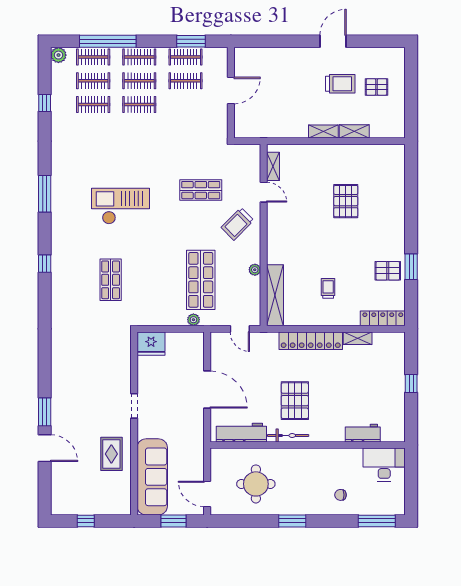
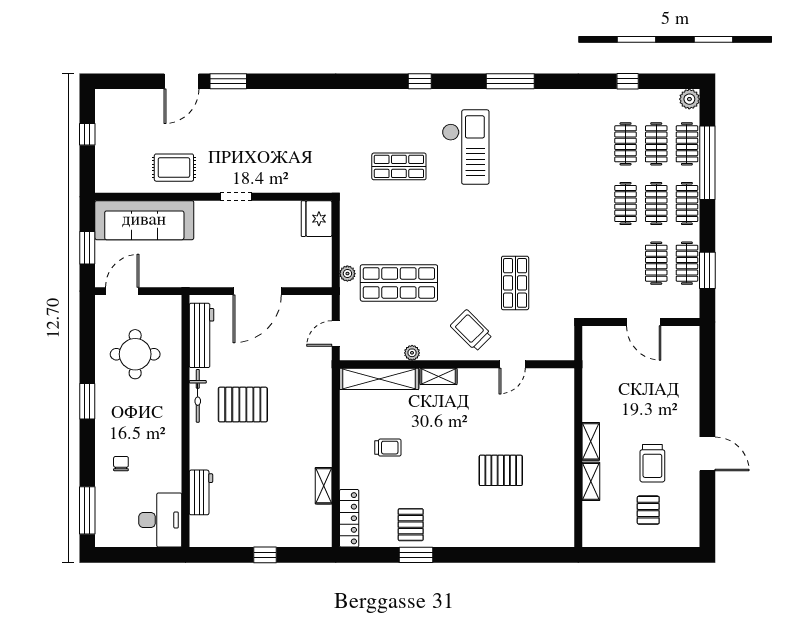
shelving: (273, 166) -> (438, 376), moved
checkout: (120, 206) -> (466, 147), moved
locker: (311, 341) -> (320, 425), removed

